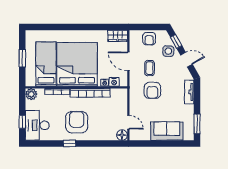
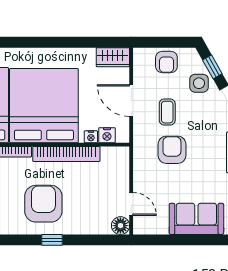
armchair: (152, 90) -> (172, 150), turned 180
window: (69, 143) -> (52, 240), moved

